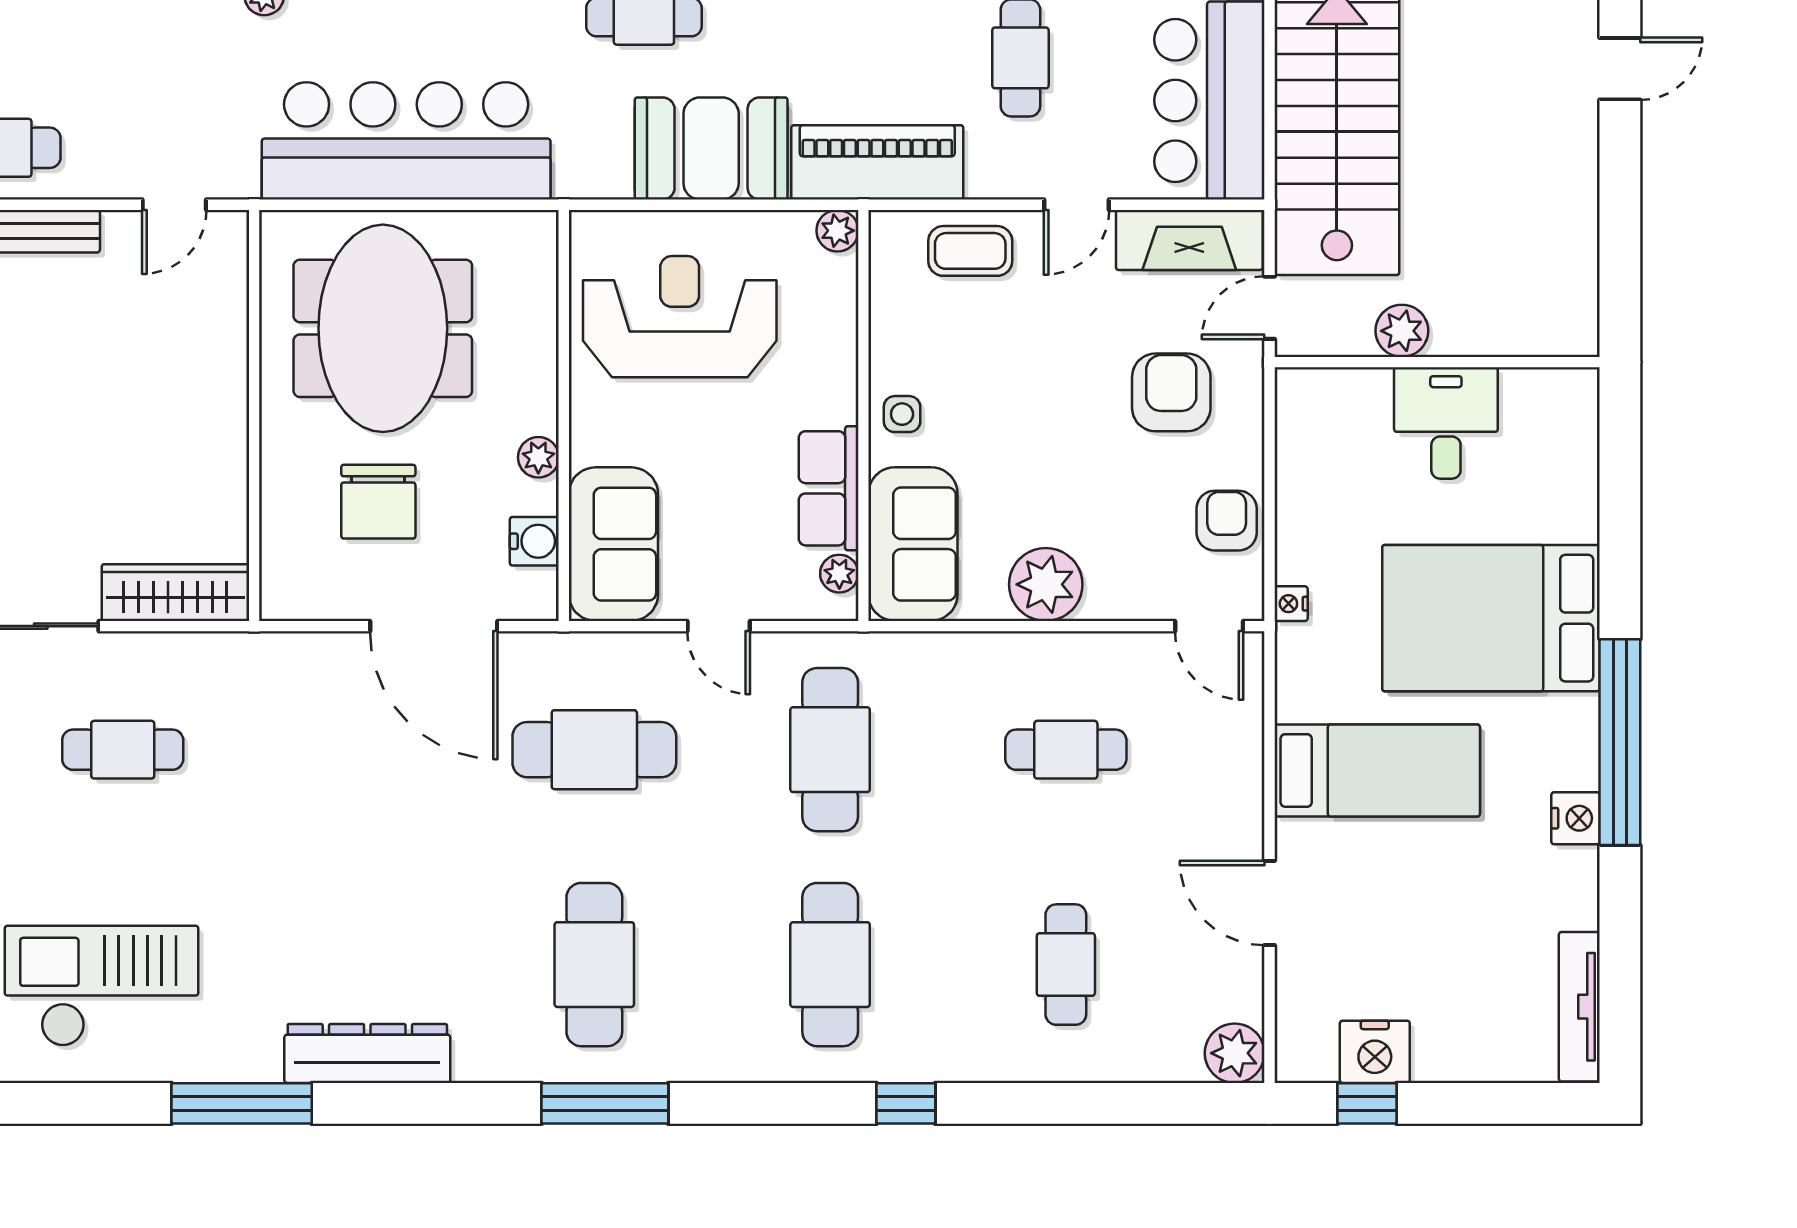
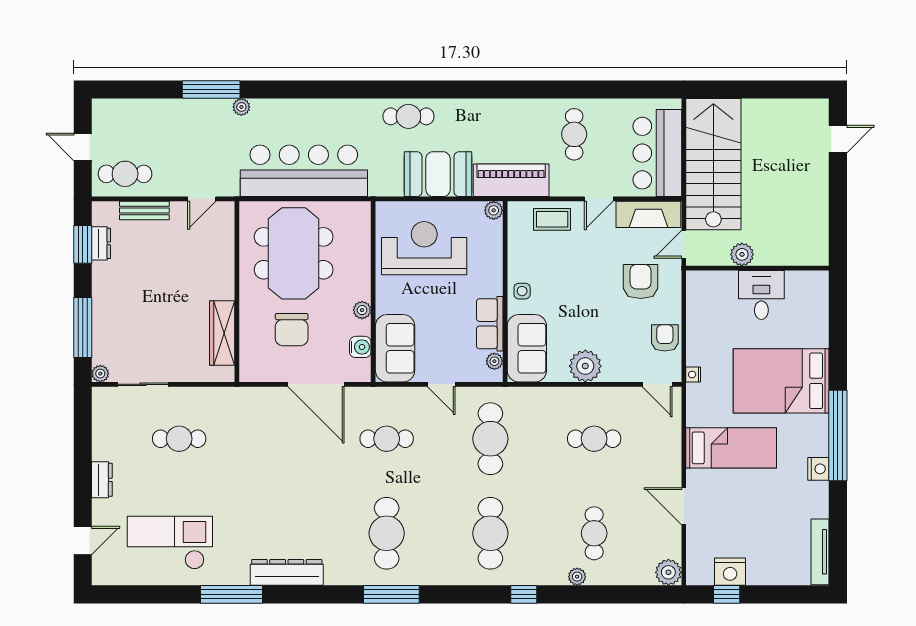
wardrobe: (175, 593) -> (222, 333), moved, turned -90
cafe table: (594, 750) -> (387, 439), width x0.73, depth x0.74
plant: (1027, 1063) -> (577, 577), added

